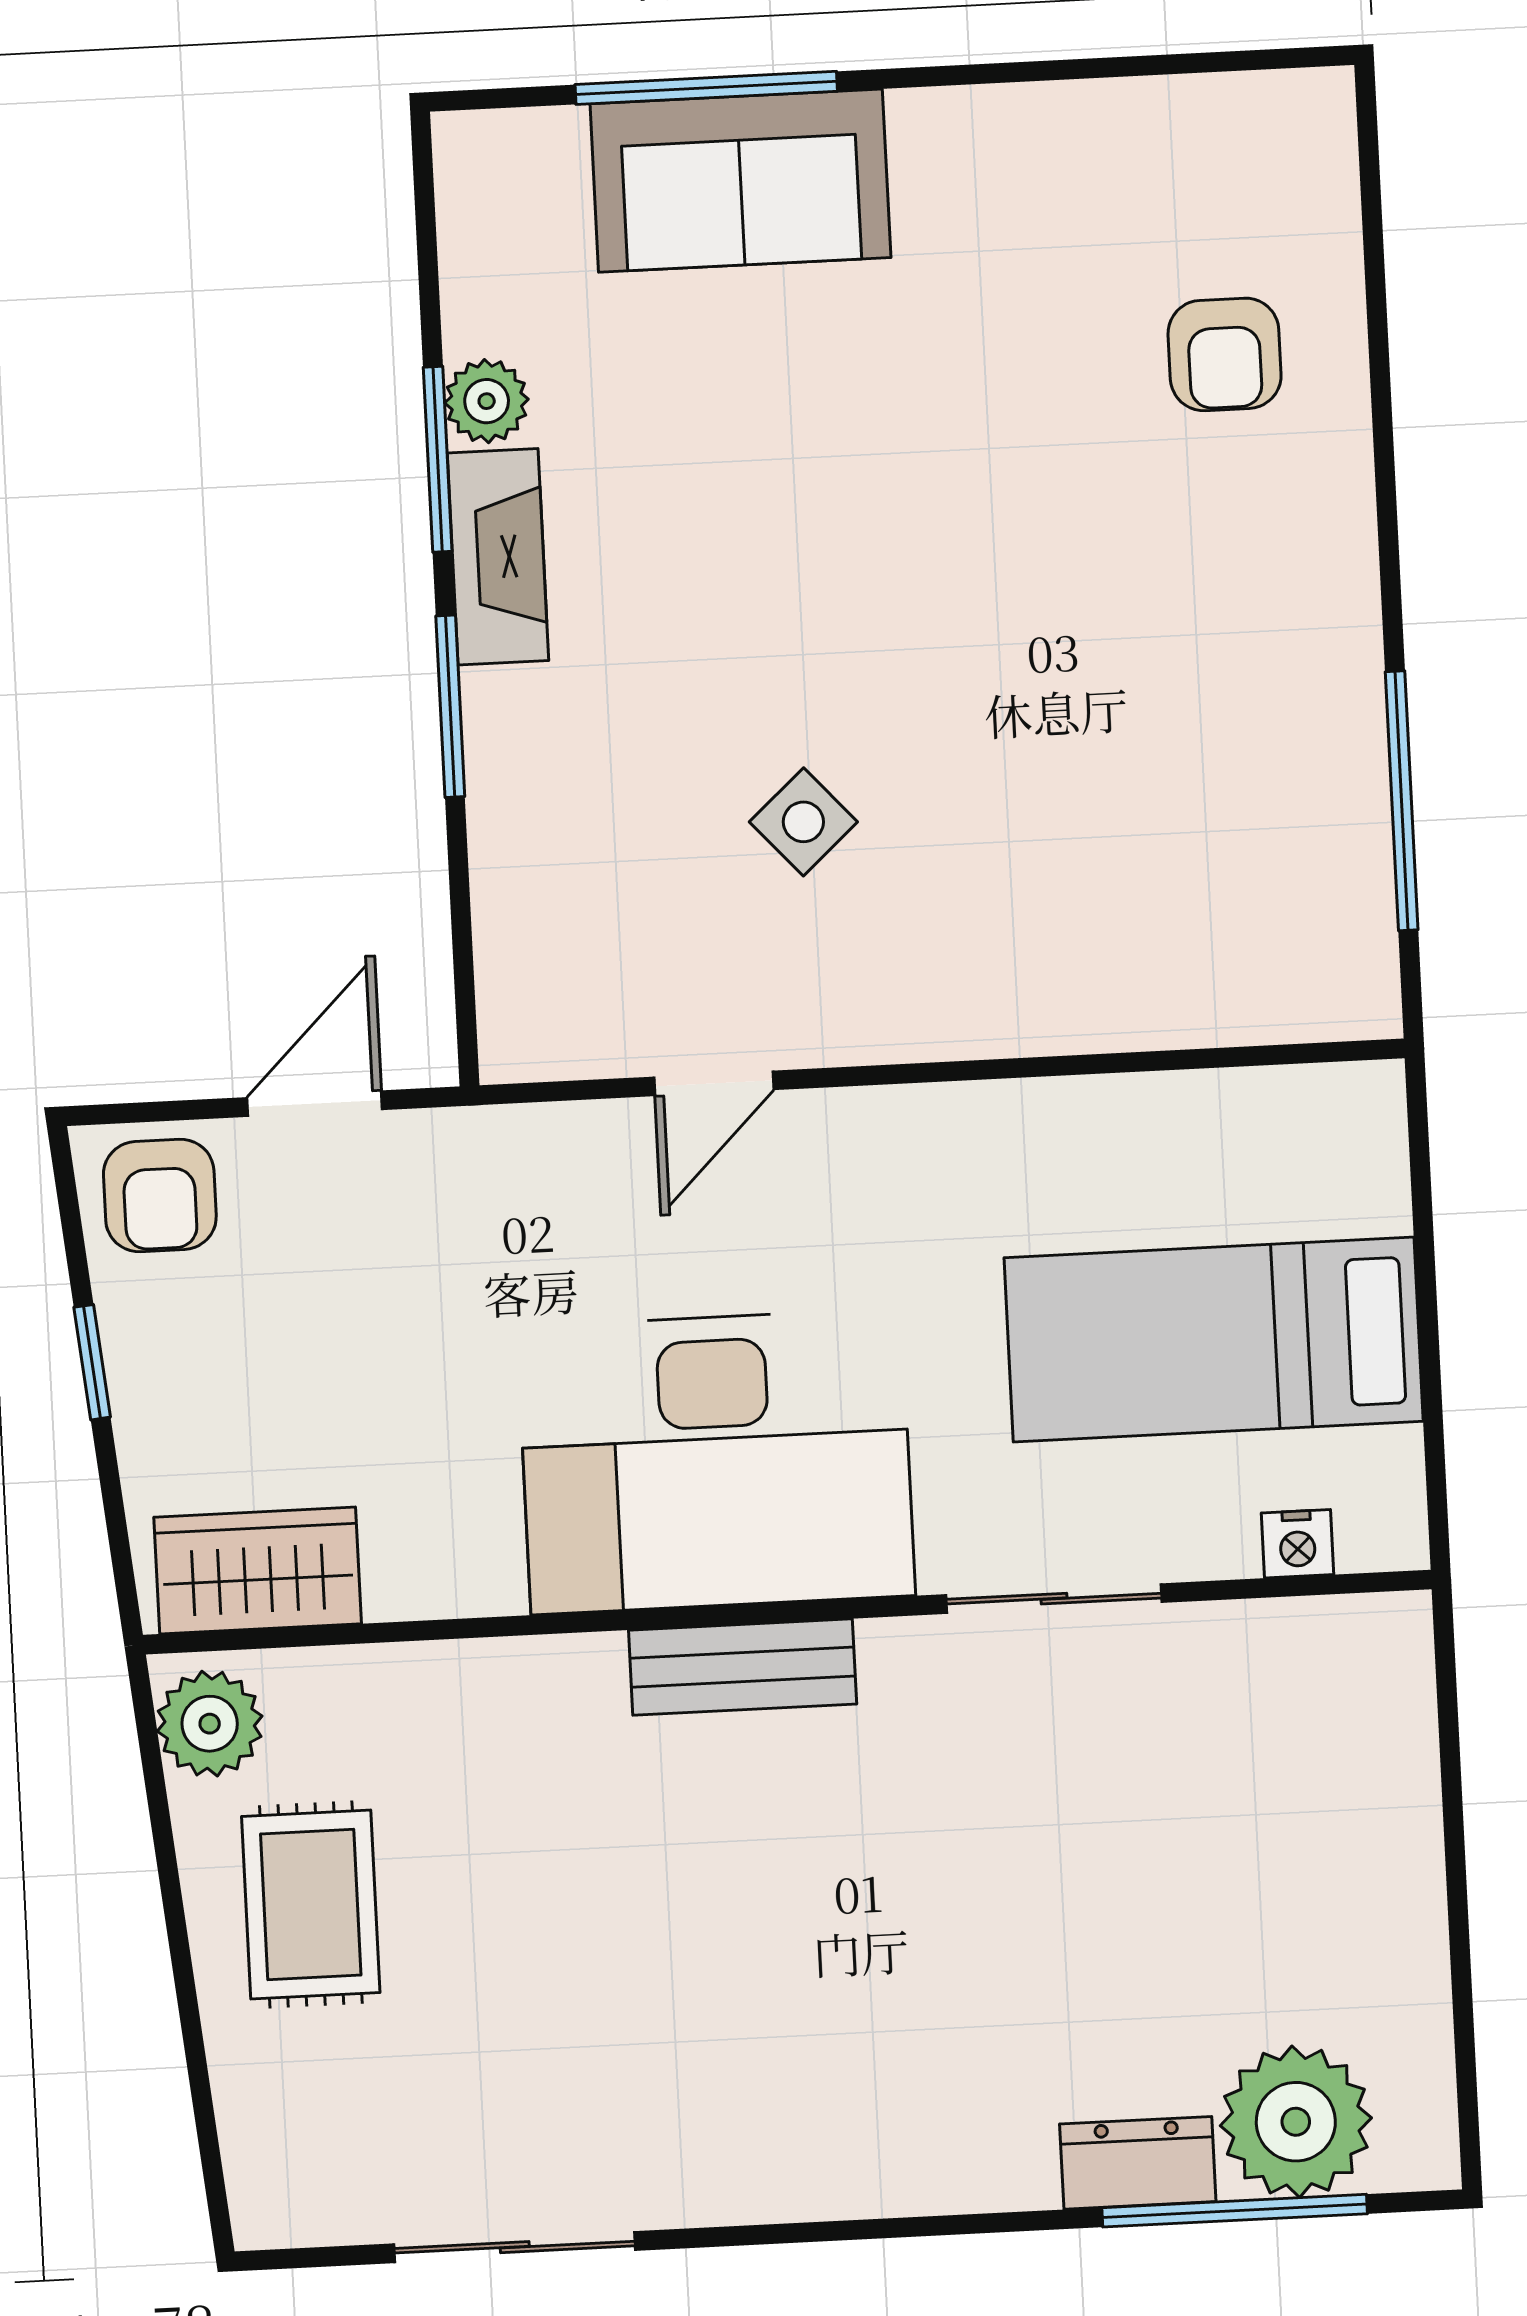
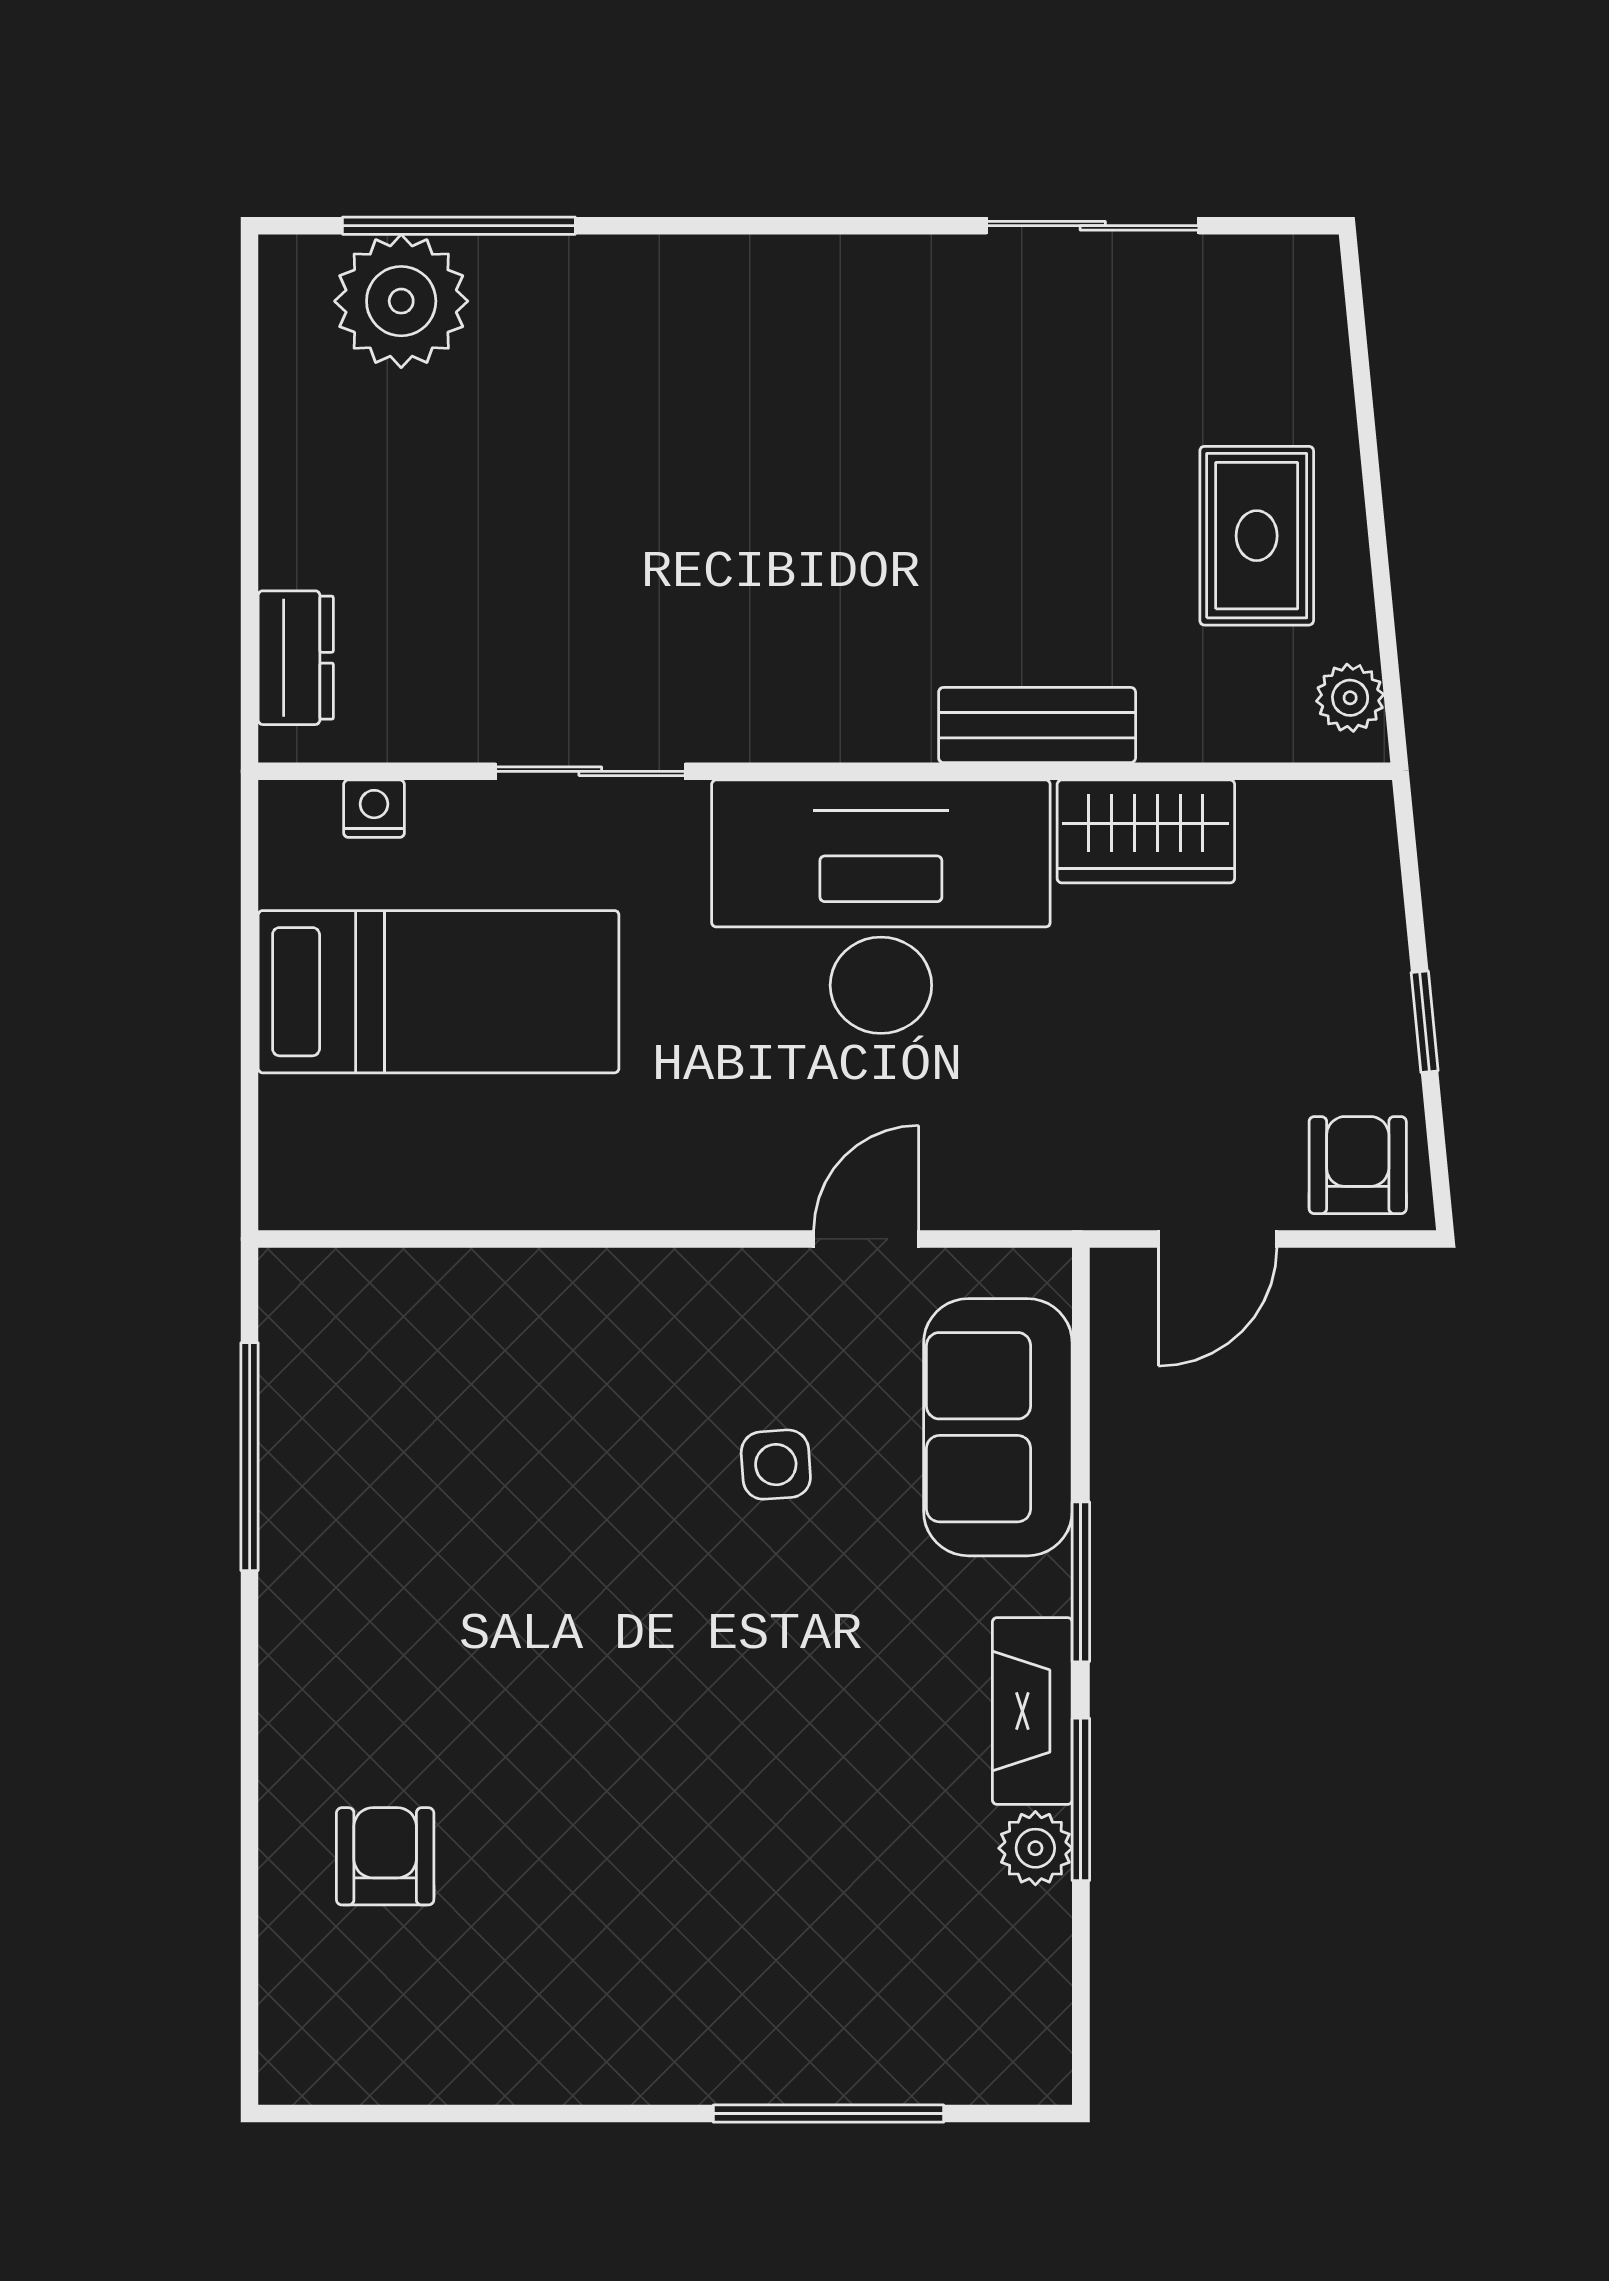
sofa: (740, 181) -> (998, 1427), moved, turned -90
side table: (803, 822) -> (776, 1465), turned 38
wardrobe: (258, 1570) -> (1146, 831), moved
bench: (743, 1667) -> (1037, 725), moved
plant: (210, 1724) -> (1350, 698), width x0.73, depth x0.73
dresser: (1138, 2163) -> (296, 658), moved, turned -90

